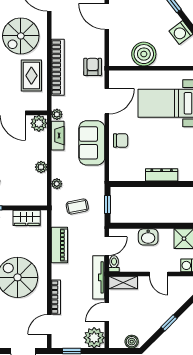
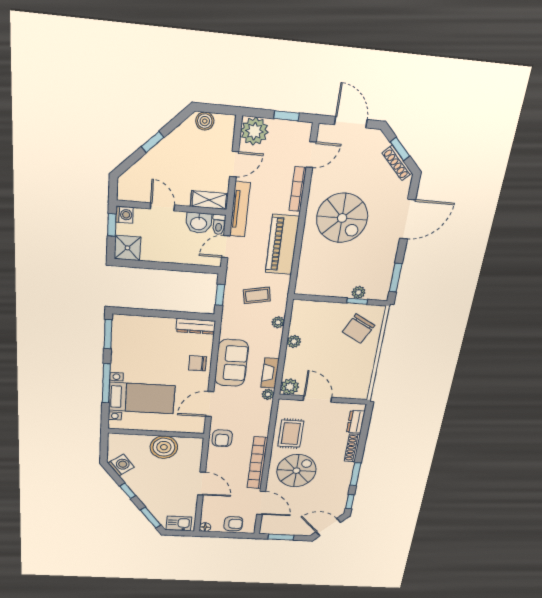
bookcase: (58, 67) -> (257, 463), moved
dresser: (162, 175) -> (196, 326), moved
wardrobe: (27, 218) -> (319, 287), removed
washbasin: (148, 237) -> (199, 223), moved, turned 180
piano: (59, 245) -> (282, 245), width x1.37, depth x1.33

